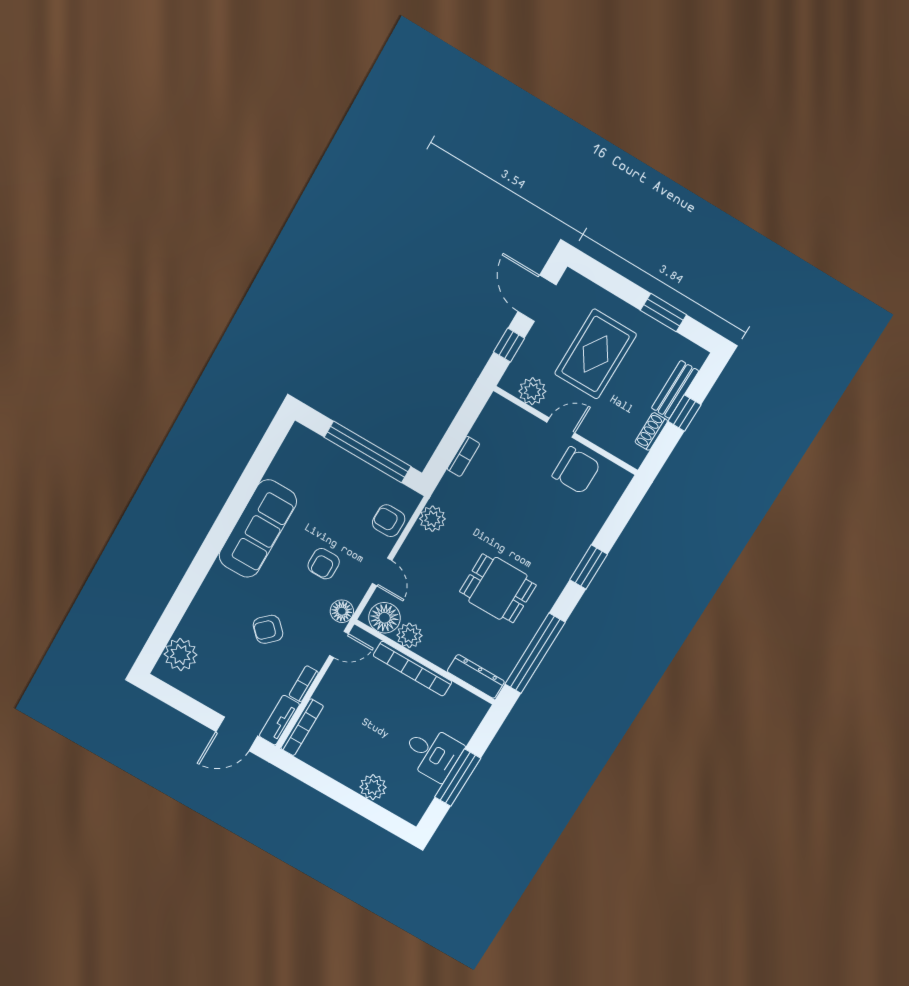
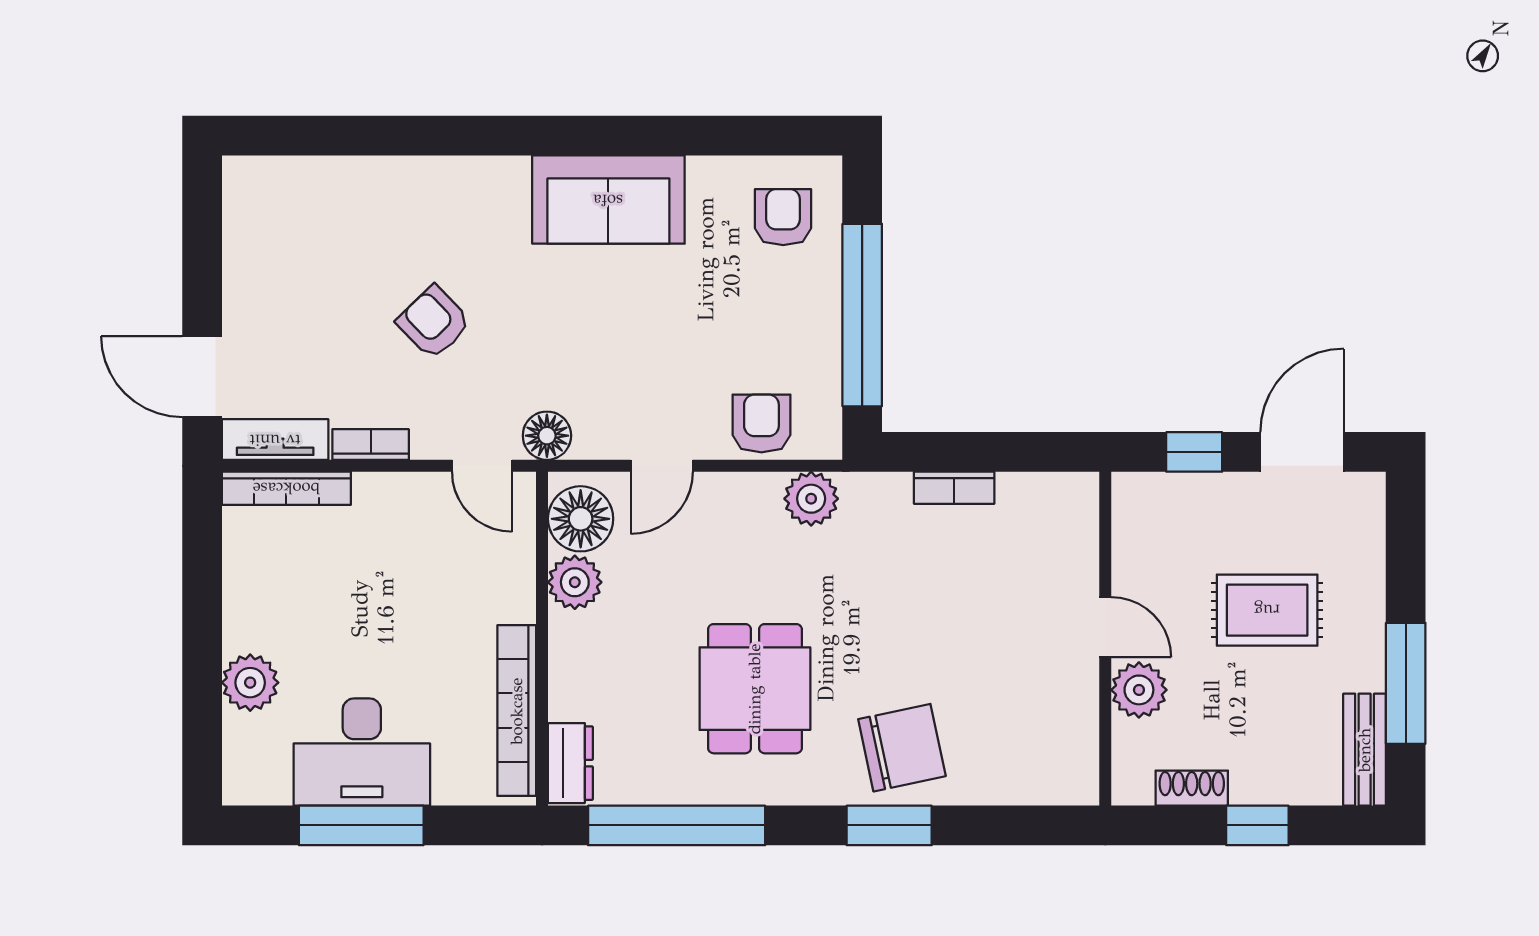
window: (663, 313) -> (1406, 683), width x1.44
rug: (596, 354) -> (1267, 610), width x0.73, depth x0.70
bench: (675, 389) -> (1365, 750), moved, turned 90
plant: (532, 391) -> (1139, 690), moved
chair: (576, 470) -> (902, 748), moved, turned -102
sofa: (258, 529) -> (608, 200), width x0.73
armchair: (324, 564) -> (783, 217), moved, turned 90
plant: (180, 655) -> (292, 191), removed
bookcase: (413, 669) -> (517, 711), moved
dresser: (476, 676) -> (570, 763), width x0.70
desk: (432, 753) -> (362, 752), width x1.37

